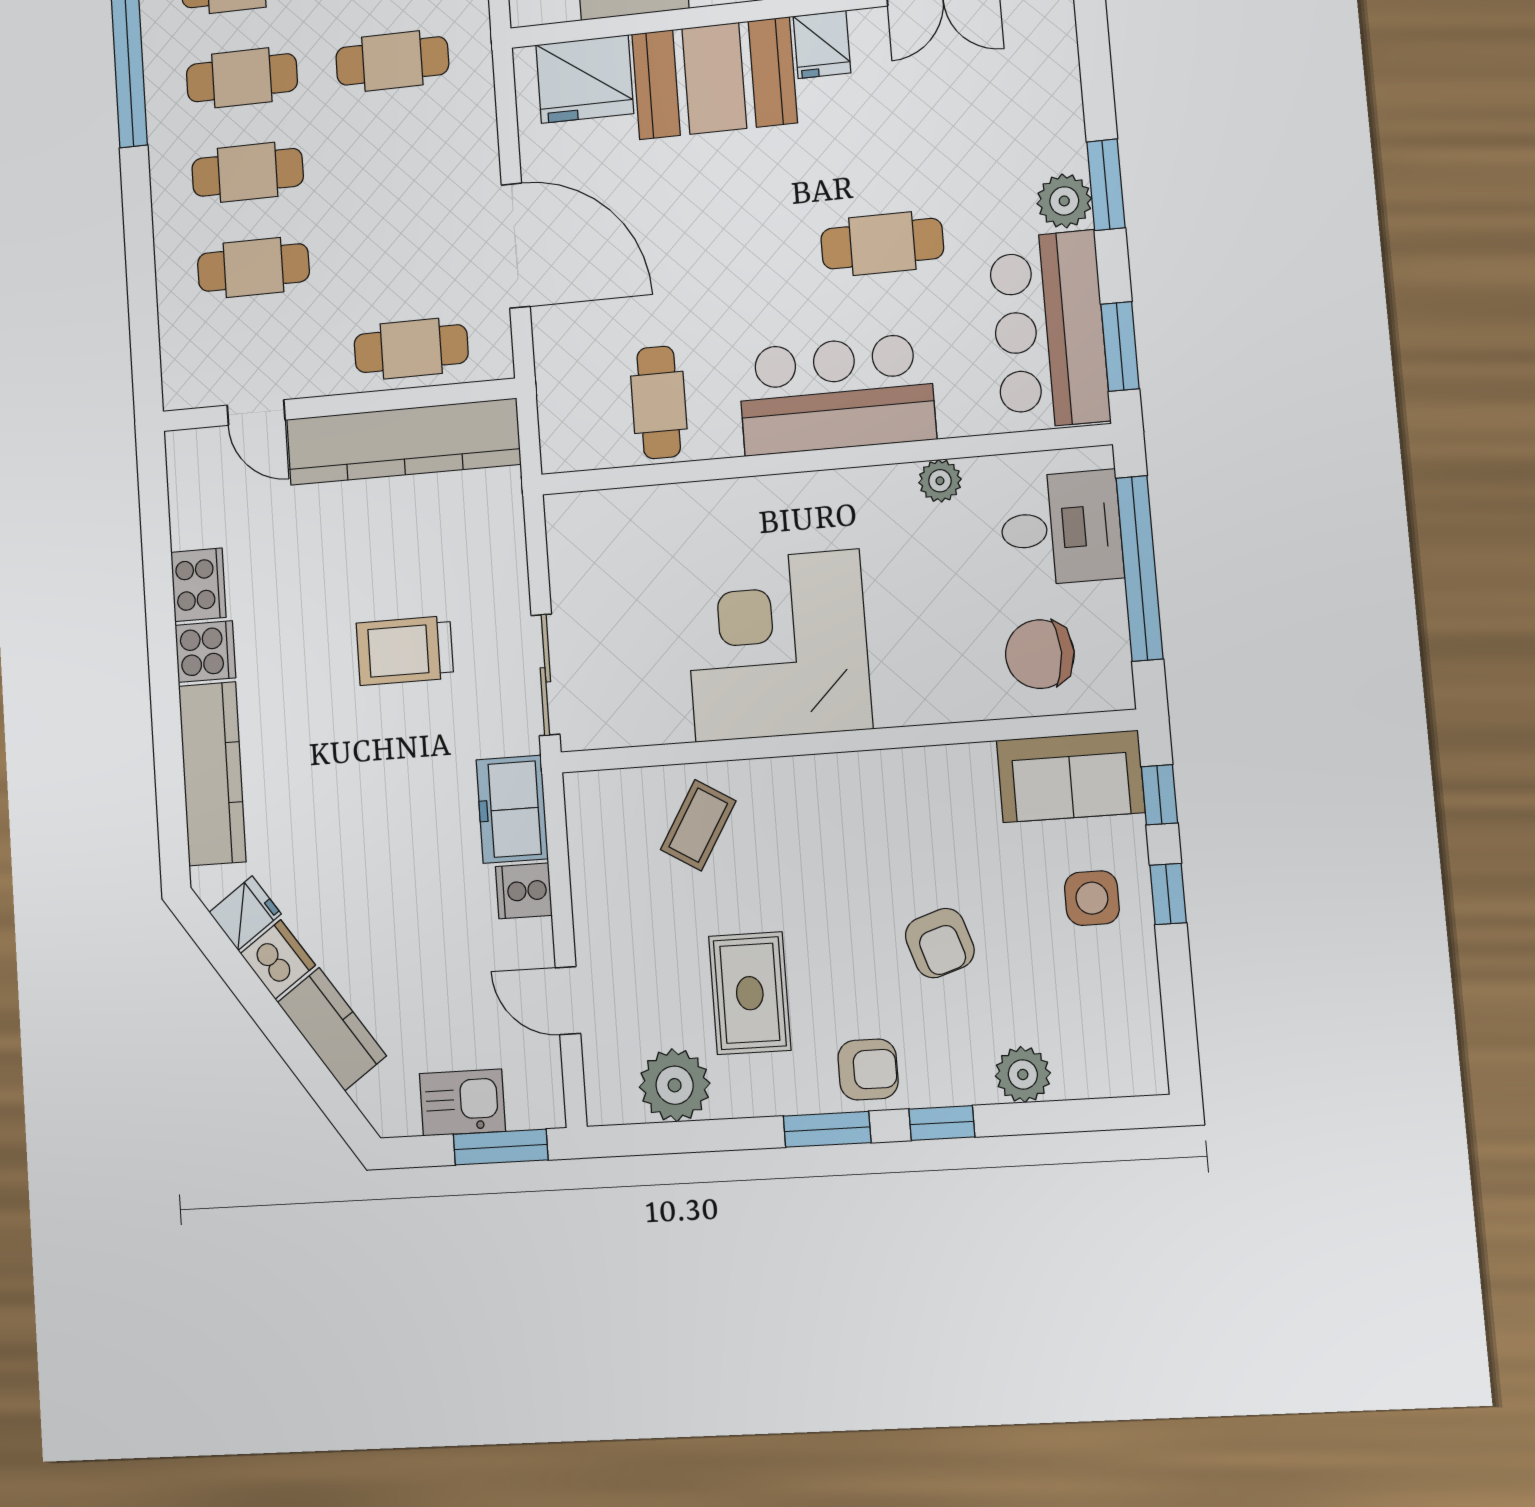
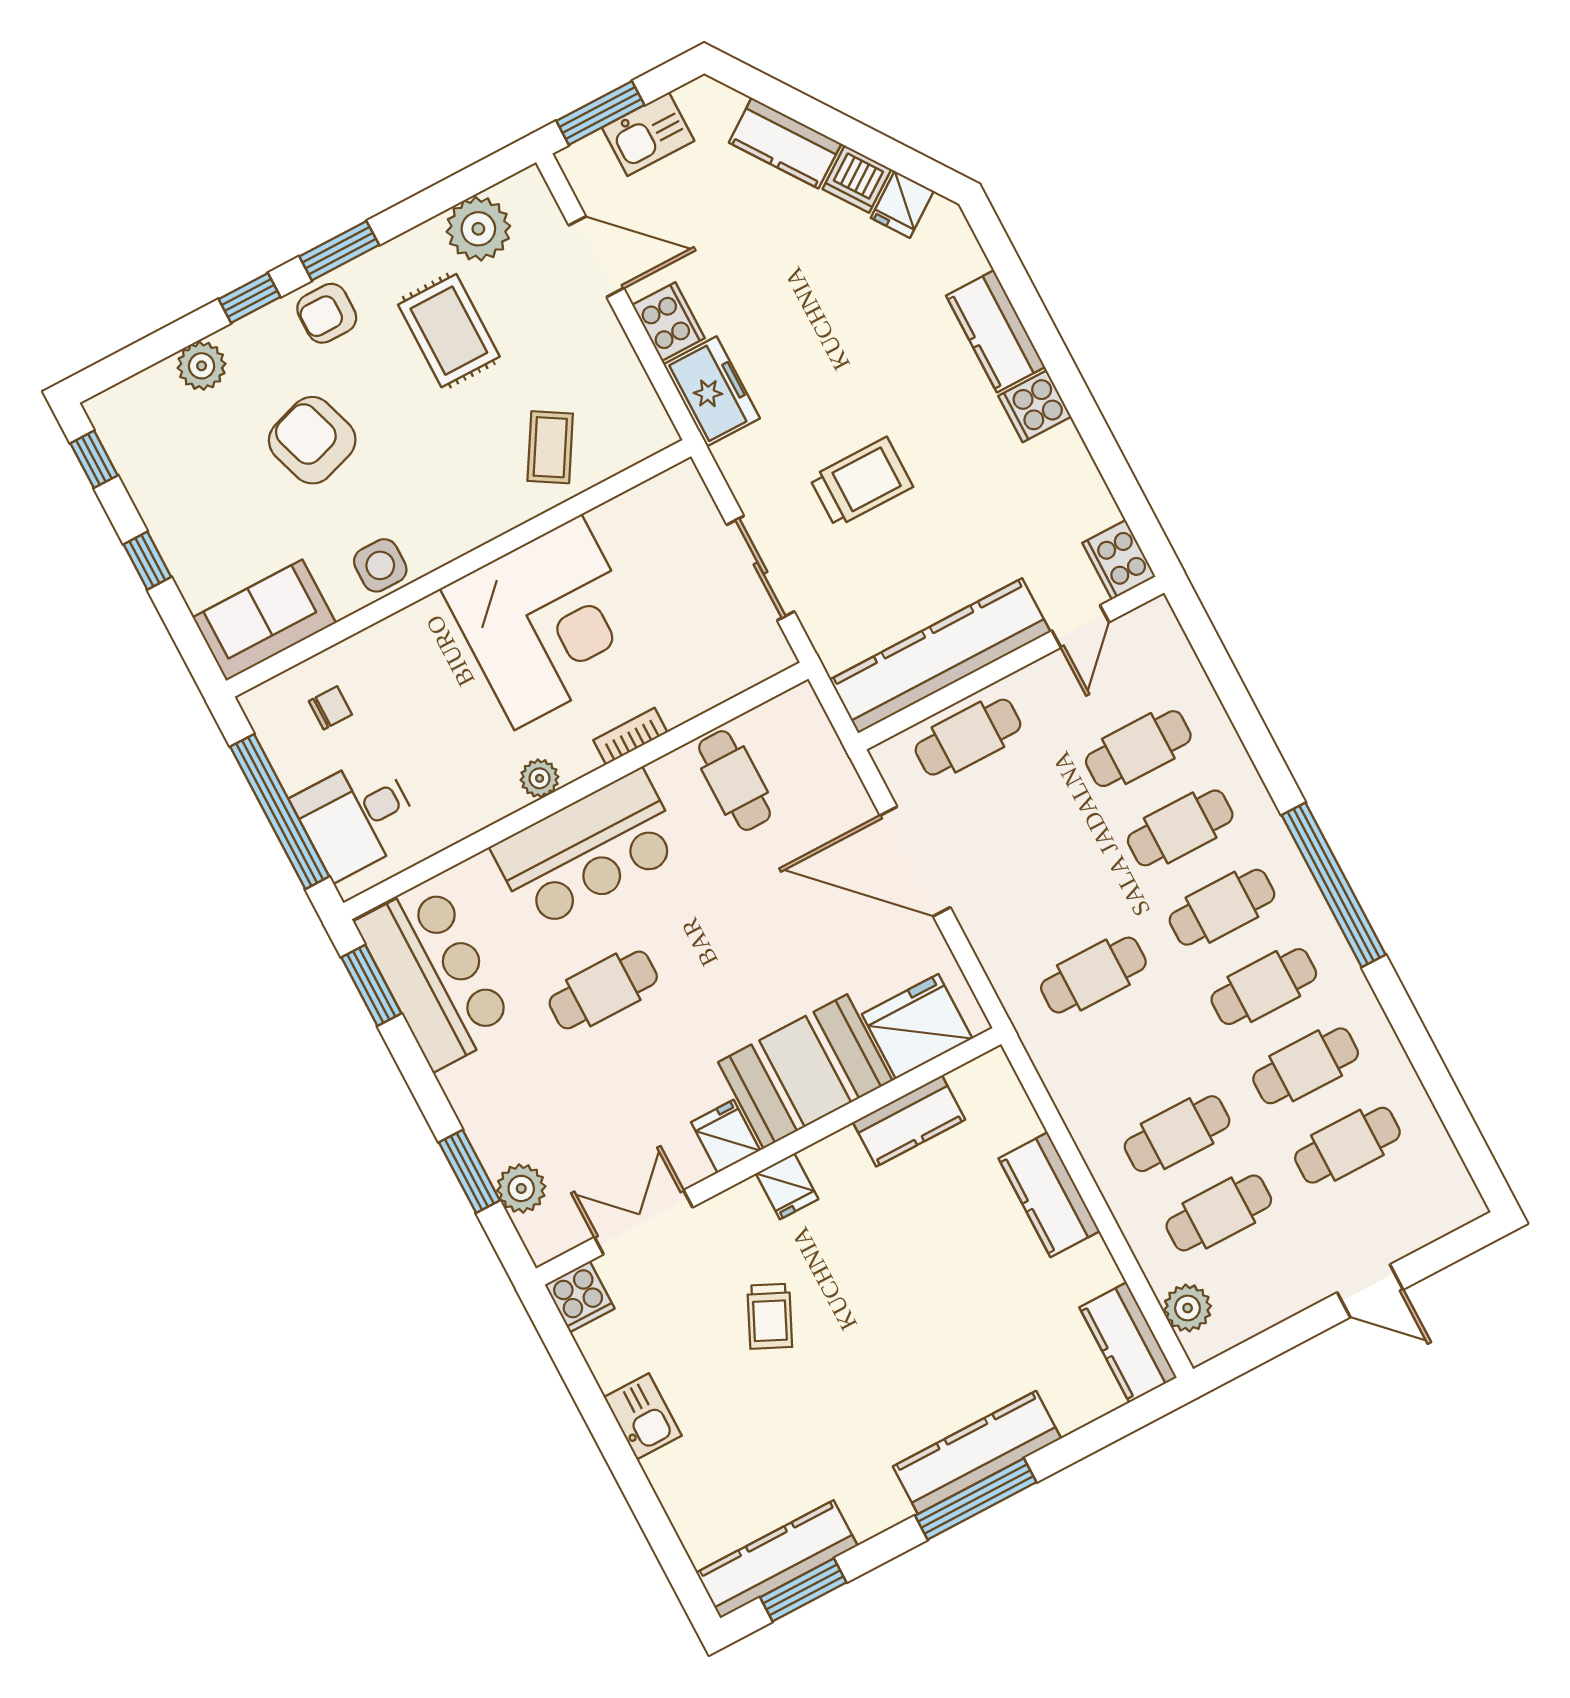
window: (1106, 185) -> (469, 1171), moved
plant: (1064, 201) -> (521, 1188), moved
door: (256, 413) -> (1081, 626), swing flipped
plant: (940, 481) -> (540, 778), moved
bookcase: (744, 492) -> (630, 736), added
cooker: (198, 585) -> (1119, 560), moved
chair: (1040, 654) -> (330, 708), width x0.54, depth x0.54
sliding door: (545, 675) -> (761, 568), moved
kitchen counter: (212, 774) -> (996, 331), width x0.67
window: (1159, 795) -> (94, 459), moved
cooker: (524, 891) -> (668, 322), width x1.36
side table: (1092, 898) -> (380, 565), moved
armchair: (940, 943) -> (312, 440), width x1.38, depth x1.38
door: (568, 1001) -> (596, 257), width x1.38

